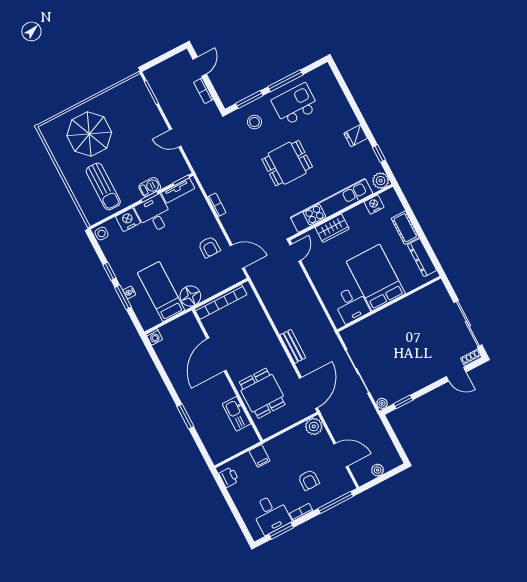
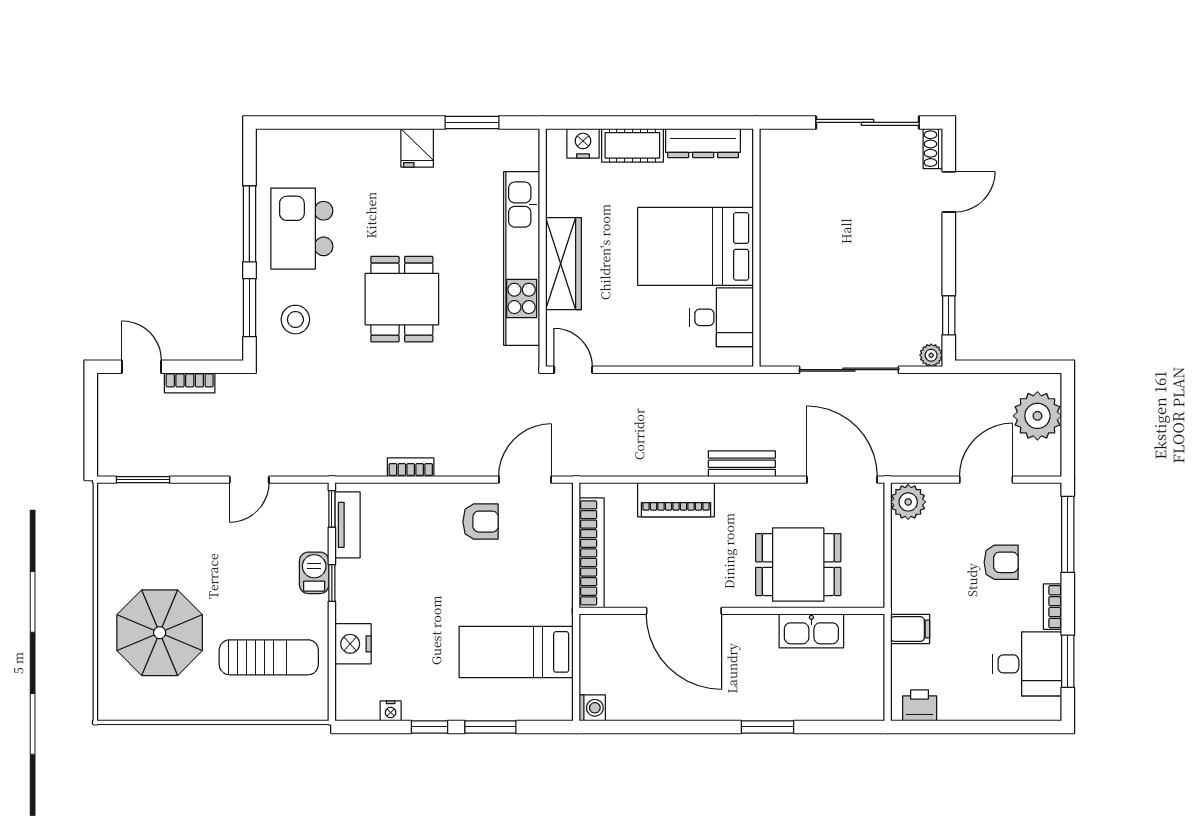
window: (379, 154) -> (472, 122), width x1.50
plant: (381, 181) -> (523, 145), removed
nightstand: (374, 205) -> (583, 143), moved, turned 90
desk: (154, 214) -> (368, 591), removed
wardrobe: (332, 228) -> (563, 264), width x1.50
side table: (102, 233) -> (353, 705), removed
nightstand: (129, 292) -> (391, 711), moved
floor lamp: (190, 296) -> (552, 603), removed
piano: (262, 326) -> (676, 500), added
plant: (378, 470) -> (1037, 416), width x1.87, depth x1.87

